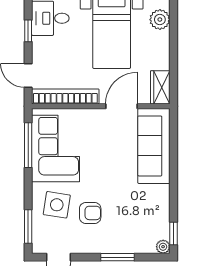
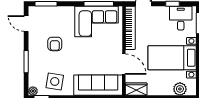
side table: (57, 205) -> (55, 81), moved

